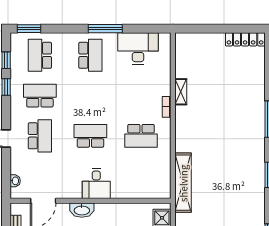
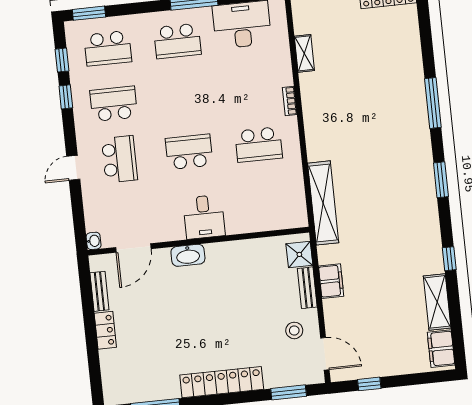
school desk: (40, 55) -> (108, 48), turned -90
school desk: (90, 55) -> (177, 41), turned 90
shelving: (181, 92) -> (304, 53), moved
washbasin: (15, 181) -> (94, 241), moved

